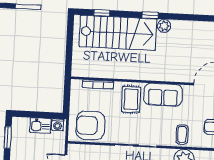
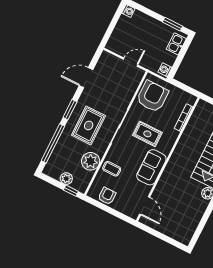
rug: (131, 99) -> (147, 134), moved
kitchen sink: (40, 125) -> (176, 44), moved

